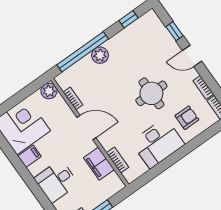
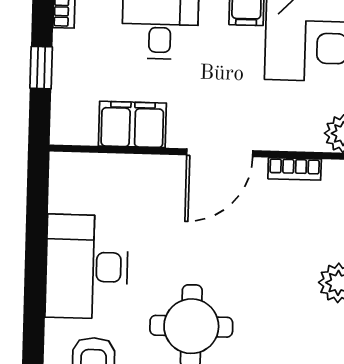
bookcase: (117, 160) -> (113, 165), removed

